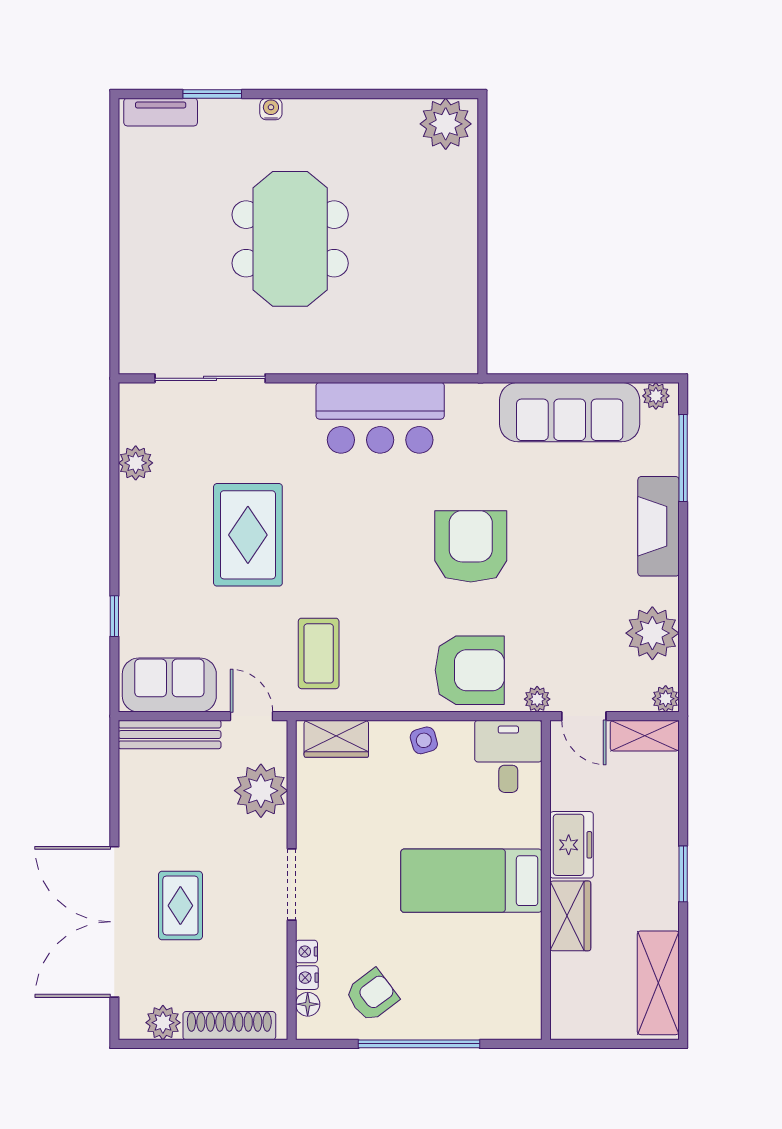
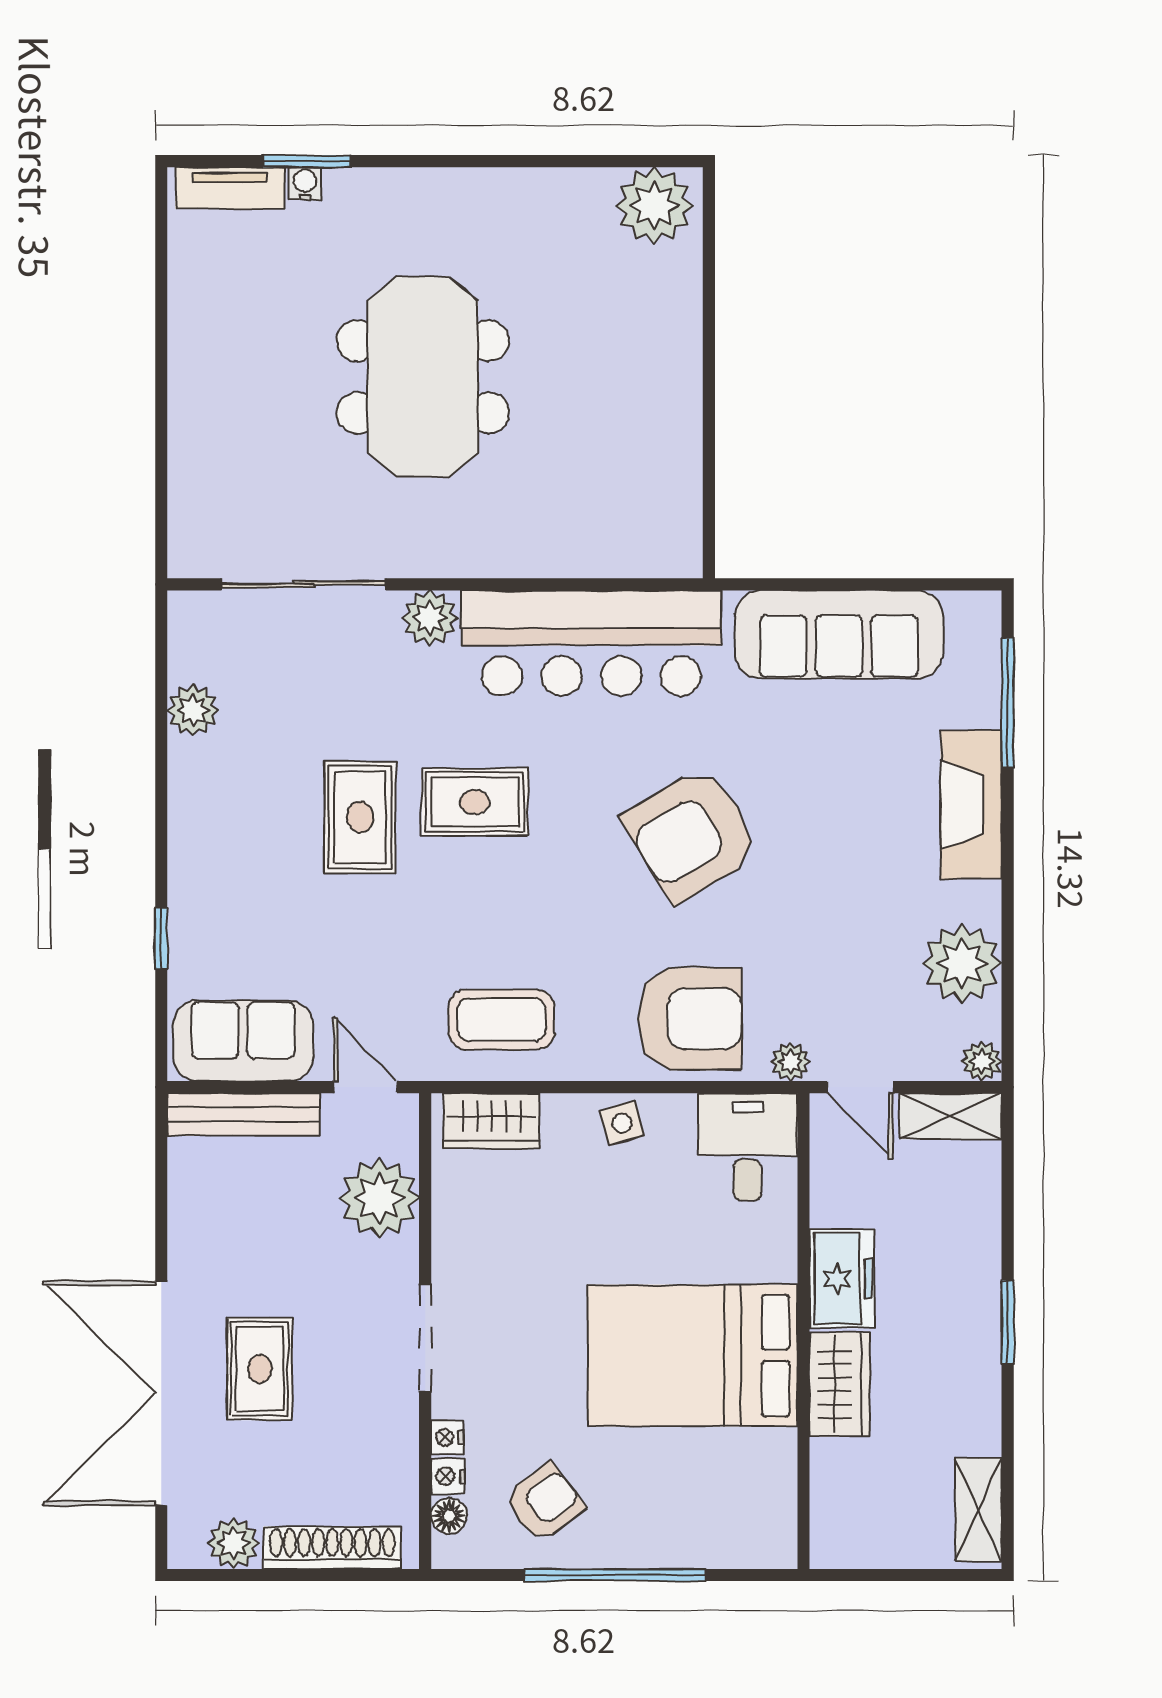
water cooler: (271, 109) -> (305, 183), moved
plant: (656, 396) -> (430, 618), moved, width x1.38, depth x1.38
bar counter: (380, 418) -> (591, 643), width x1.36
rug: (325, 525) -> (475, 802), added
rug: (248, 535) -> (360, 817), width x0.73, depth x0.70
armchair: (471, 546) -> (692, 834), turned -121
coffee table: (319, 653) -> (502, 1020), moved, turned 90
bed: (471, 881) -> (693, 1356), width x1.50
shelving: (658, 983) -> (978, 1510), width x0.67, depth x0.75

